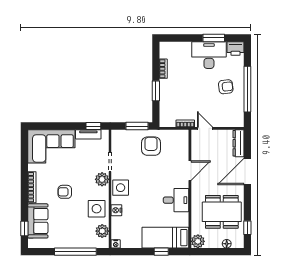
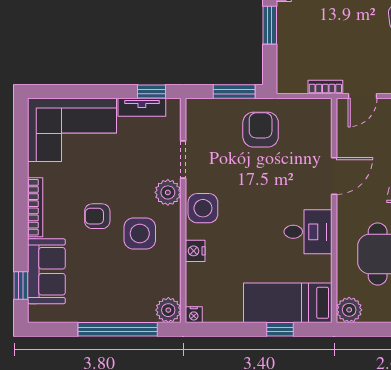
door: (205, 128) -> (363, 96), swing flipped
side table: (97, 209) -> (140, 234), moved
plant: (102, 231) -> (168, 310), moved

